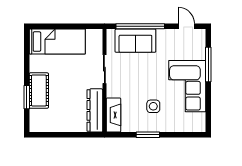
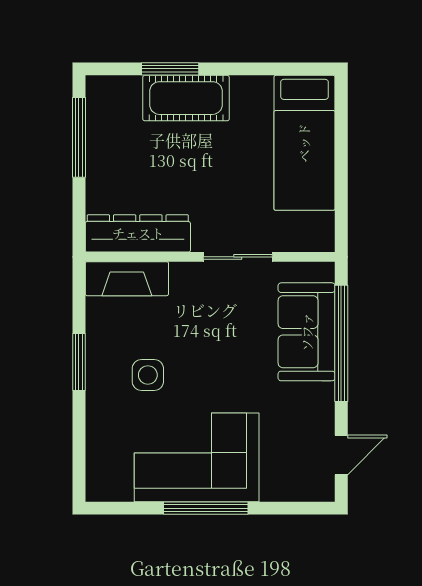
window: (208, 64) -> (206, 508), moved
window: (55, 135) -> (79, 137), added

